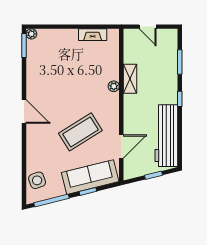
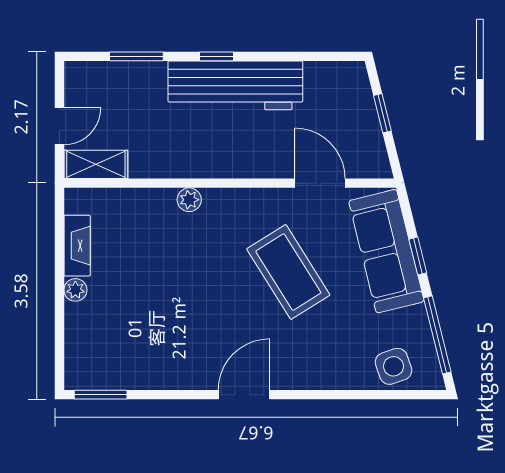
plant: (31, 34) -> (75, 290), moved
shelving: (130, 79) -> (96, 164), moved
workbench: (166, 136) -> (235, 85), moved

